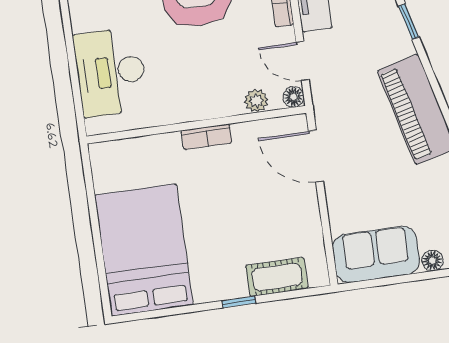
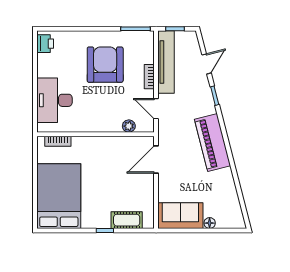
floor lamp: (294, 97) -> (149, 127), removed
bookcase: (206, 137) -> (58, 141), moved
door: (316, 156) -> (156, 160), hinge flipped

